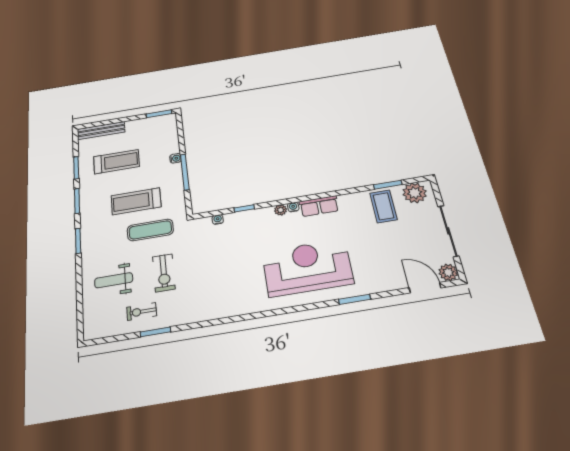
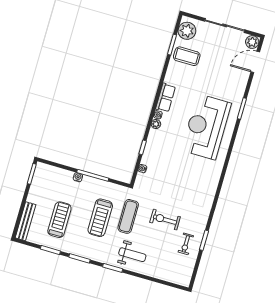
exercise bike: (164, 273) -> (165, 220), turned 180
weight bench: (114, 280) -> (132, 255), moved, turned -90

